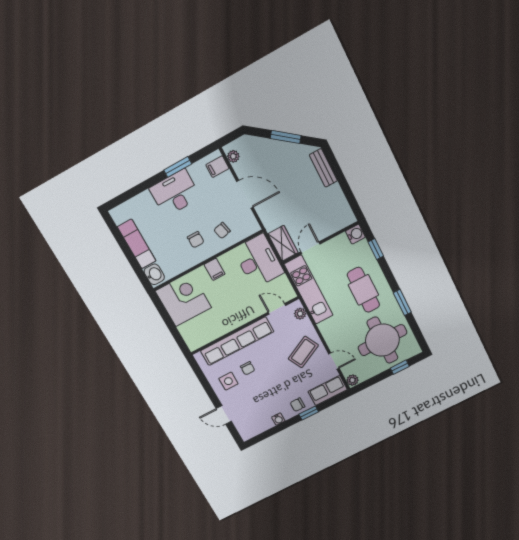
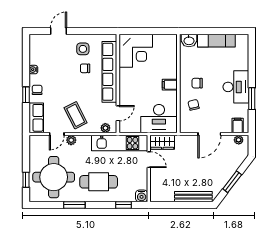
bench: (323, 168) -> (193, 197), width x1.36
corner desk: (183, 299) -> (136, 51), moved
plant: (352, 380) -> (71, 140), moved

